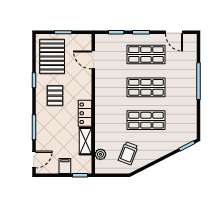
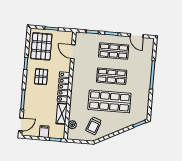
locker: (85, 113) -> (64, 87), width x1.53
shop shelf: (146, 120) -> (109, 101), width x1.43, depth x1.36

